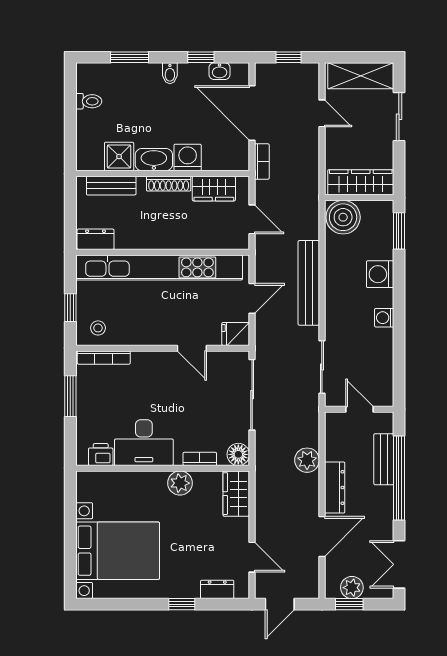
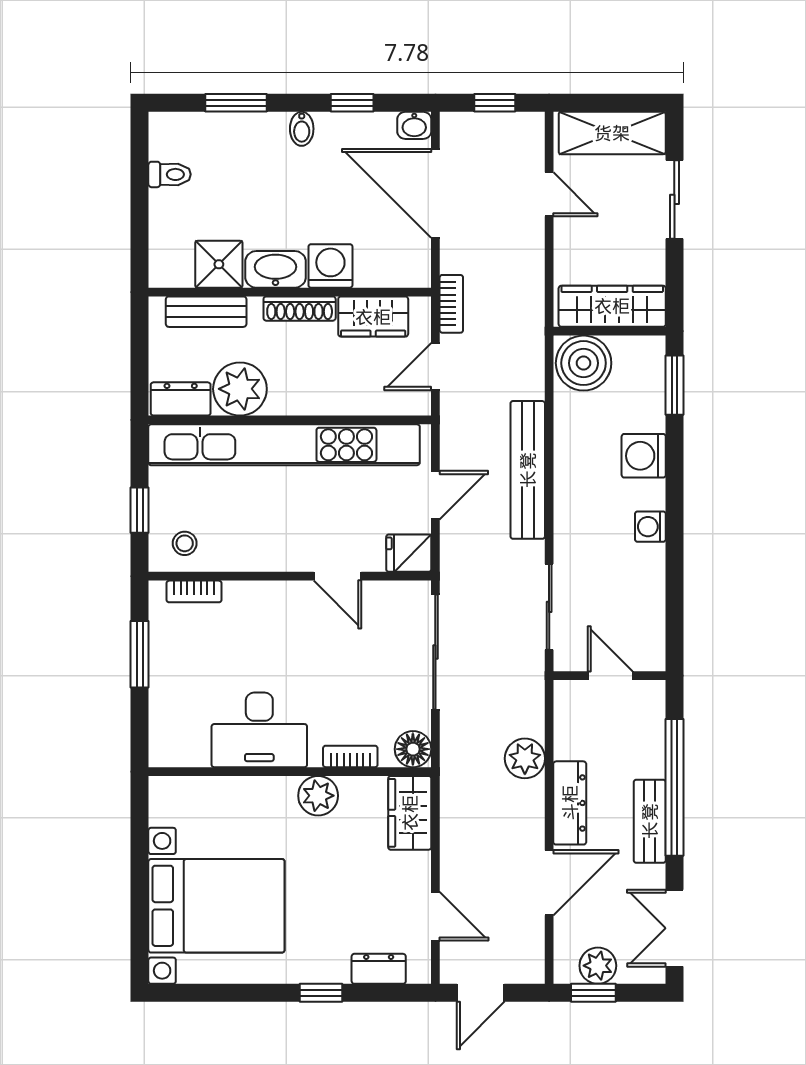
washbasin: (220, 71) -> (414, 125), moved
bookcase: (262, 162) -> (451, 304), moved
door: (252, 219) -> (435, 367), swing flipped
plant: (132, 233) -> (240, 389), added
bookcase: (104, 358) -> (194, 591), width x0.64
printer: (101, 455) -> (189, 749), removed
bench: (384, 459) -> (650, 821), moved

